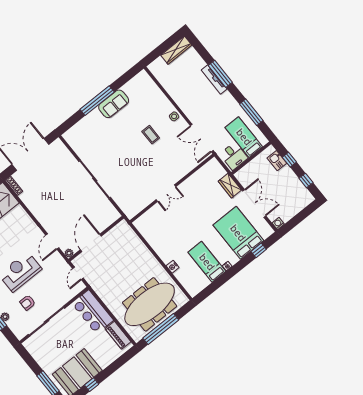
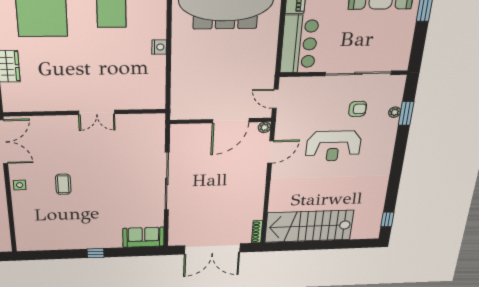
window: (97, 101) -> (96, 253), width x0.32
sofa: (114, 104) -> (143, 237), moved
double door: (166, 193) -> (97, 112), swing flipped
nightstand: (173, 267) -> (159, 47), moved
door: (78, 273) -> (275, 99), swing flipped

